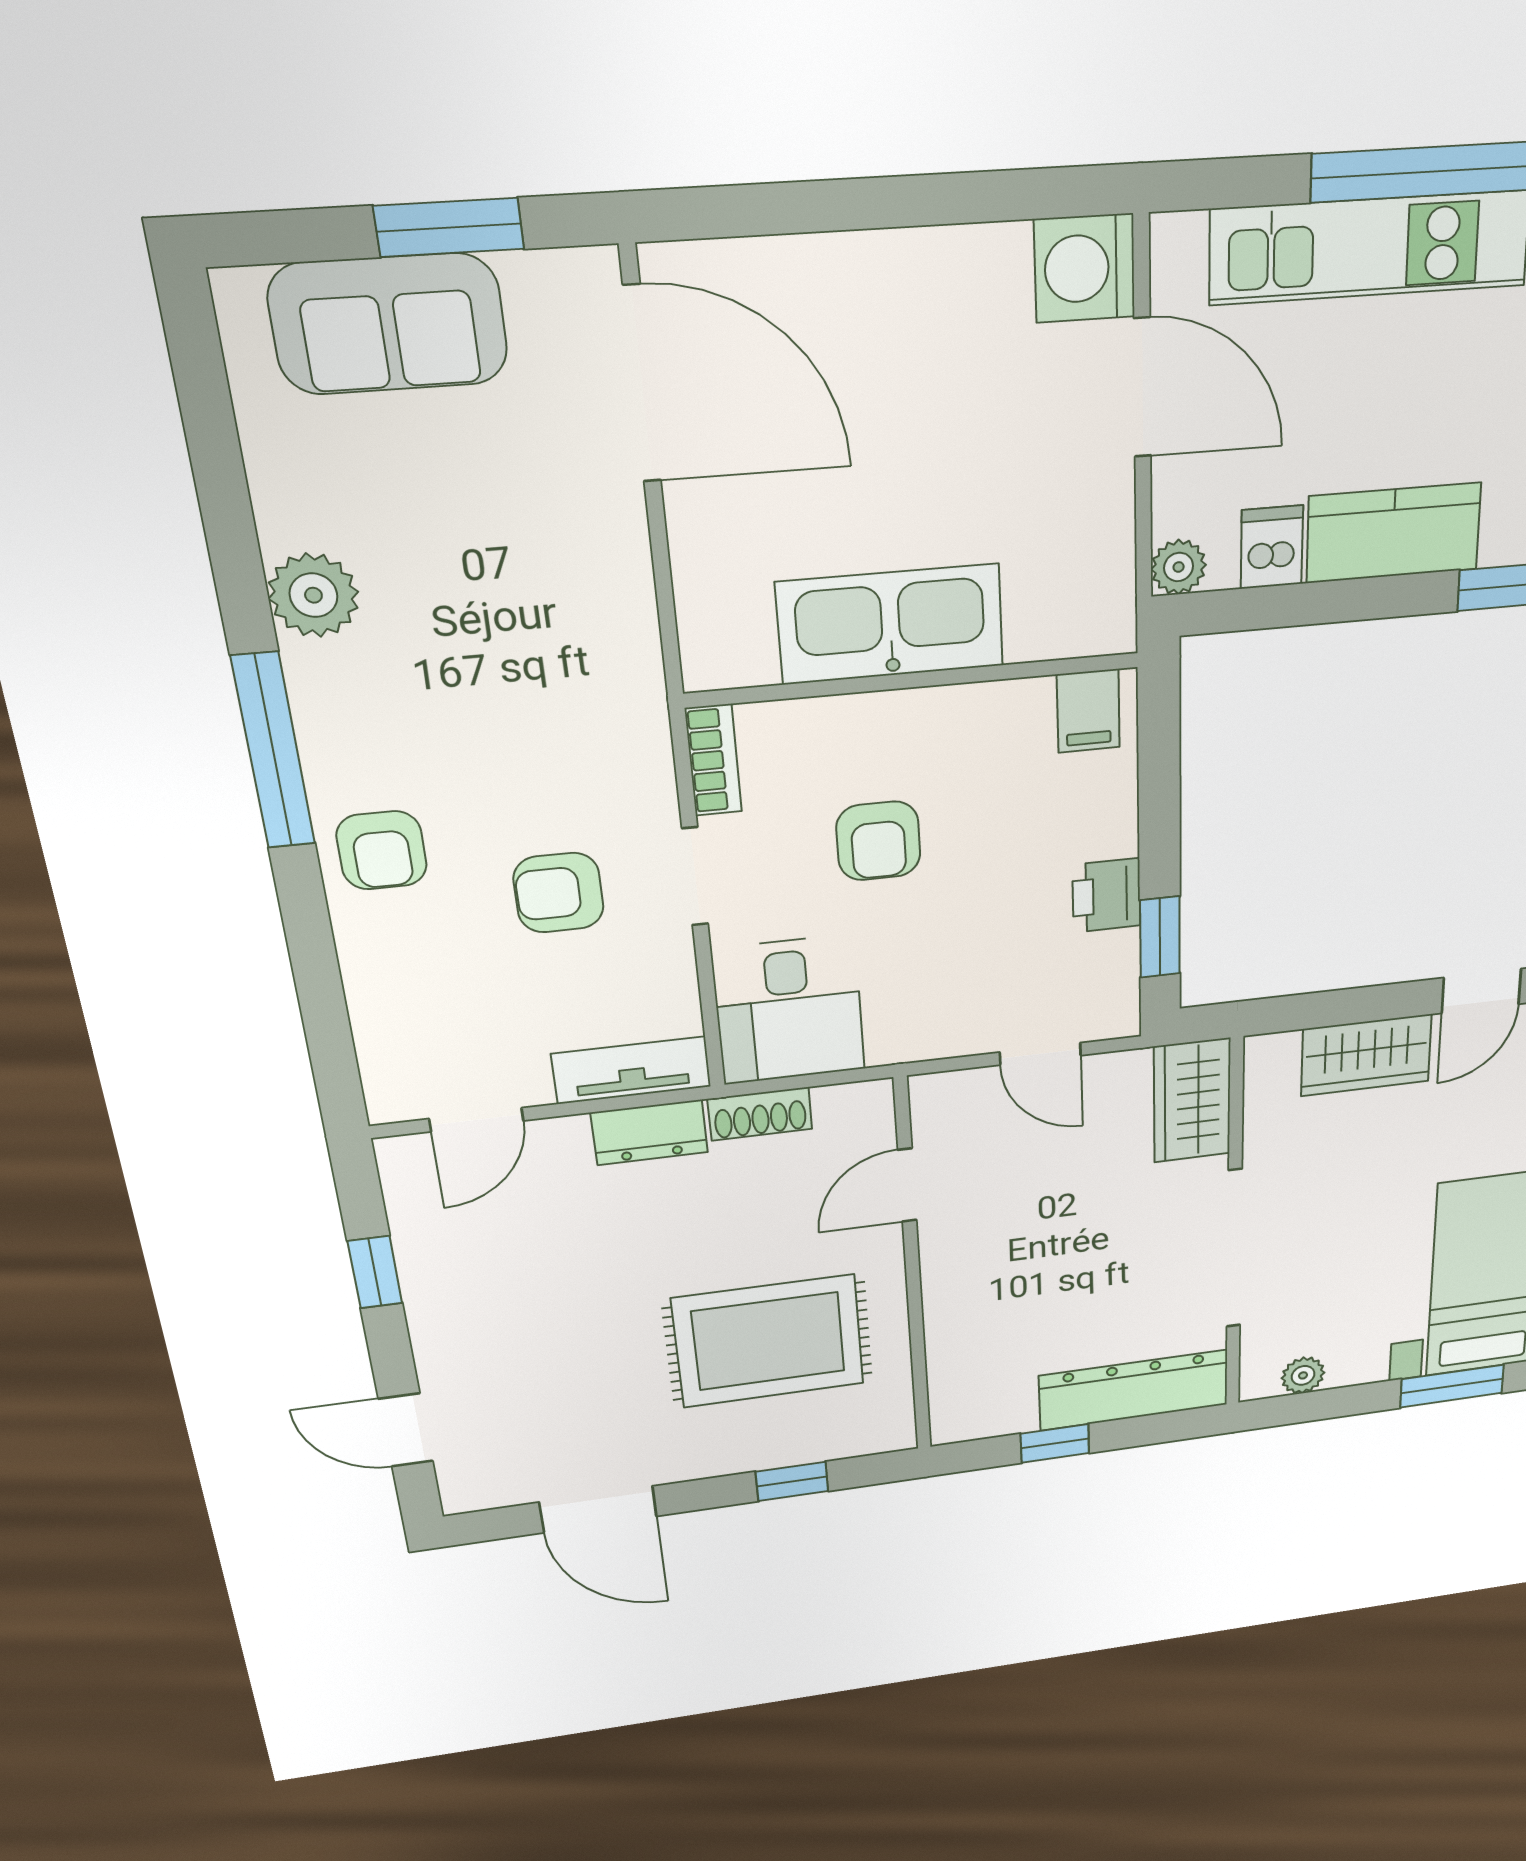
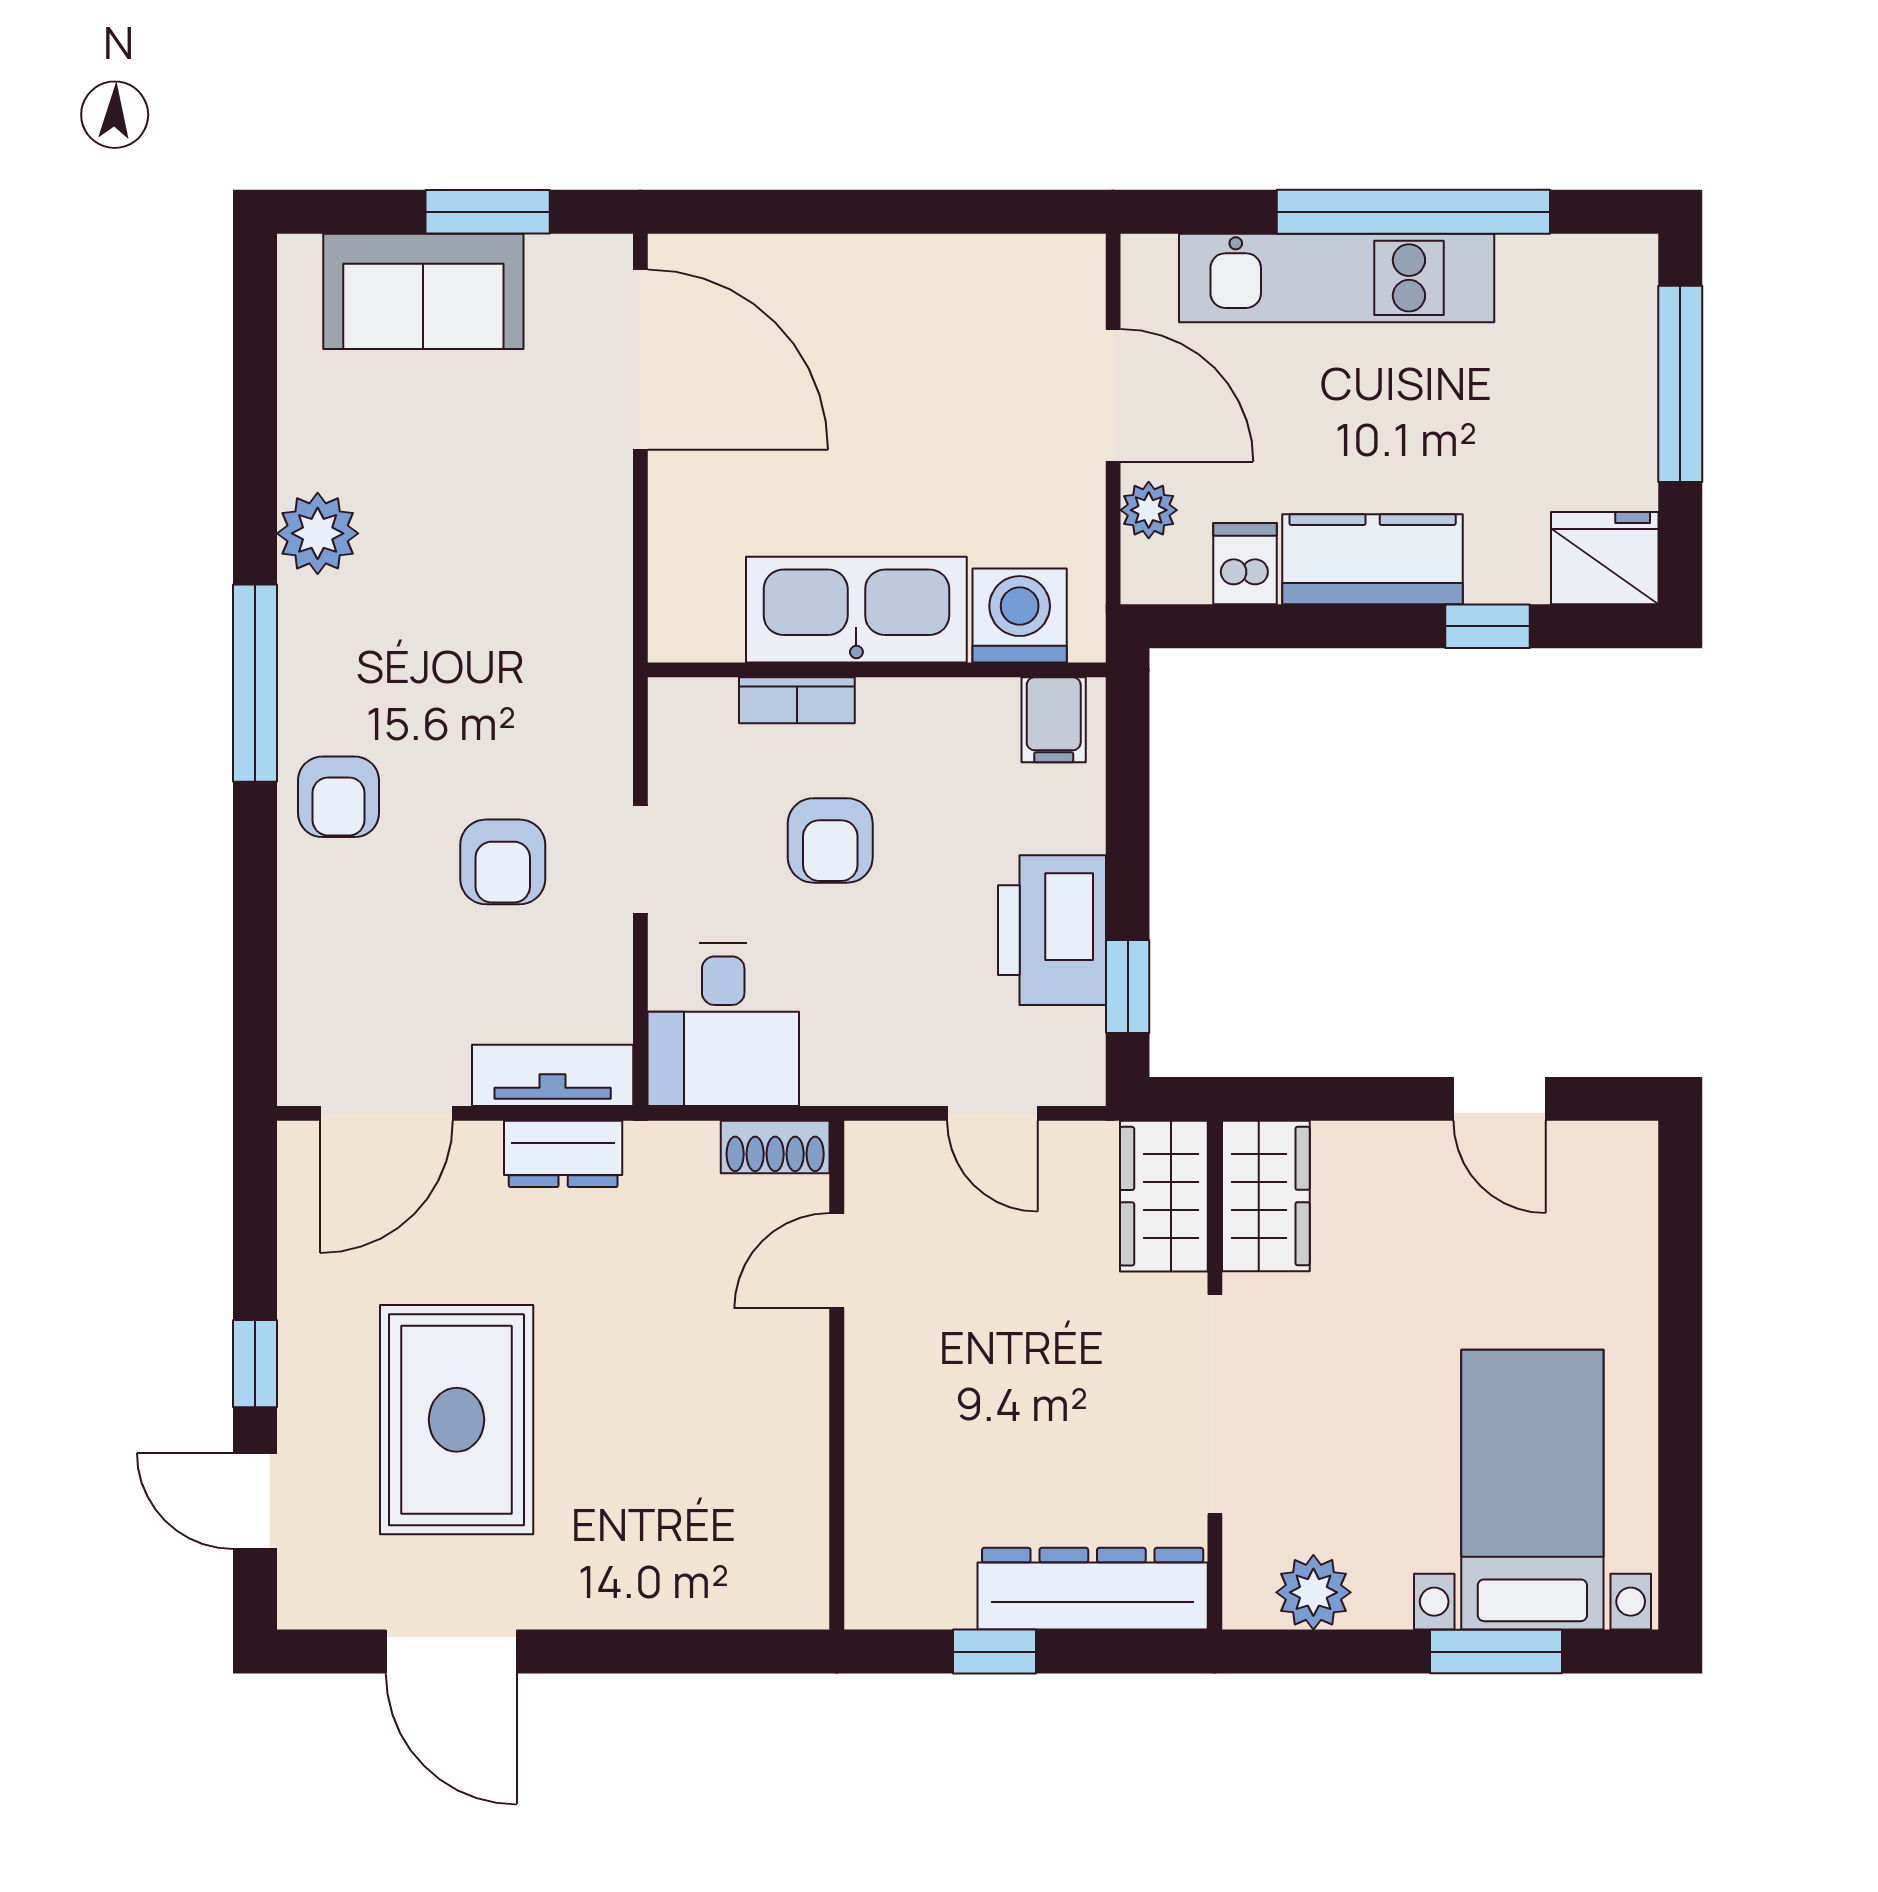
washing machine: (1085, 268) -> (1020, 615), moved, turned 90
plant: (1179, 567) -> (1149, 510), moved
bookcase: (713, 760) -> (797, 700), moved, turned 90
armchair: (559, 893) -> (503, 862), turned -90
printer: (1106, 895) -> (1052, 930), width x1.87, depth x1.48
door: (1481, 991) -> (1499, 1099), hinge flipped
wardrobe: (1366, 1055) -> (1266, 1196), moved, turned -90
shoe rack: (760, 1114) -> (775, 1147), moved
door: (476, 1120) -> (386, 1113), width x1.37
window: (375, 1272) -> (255, 1364), moved
rug: (769, 1341) -> (457, 1420), moved, turned 90
plant: (1303, 1375) -> (1313, 1592), width x1.38, depth x1.38
window: (792, 1481) -> (678, 1652), removed

